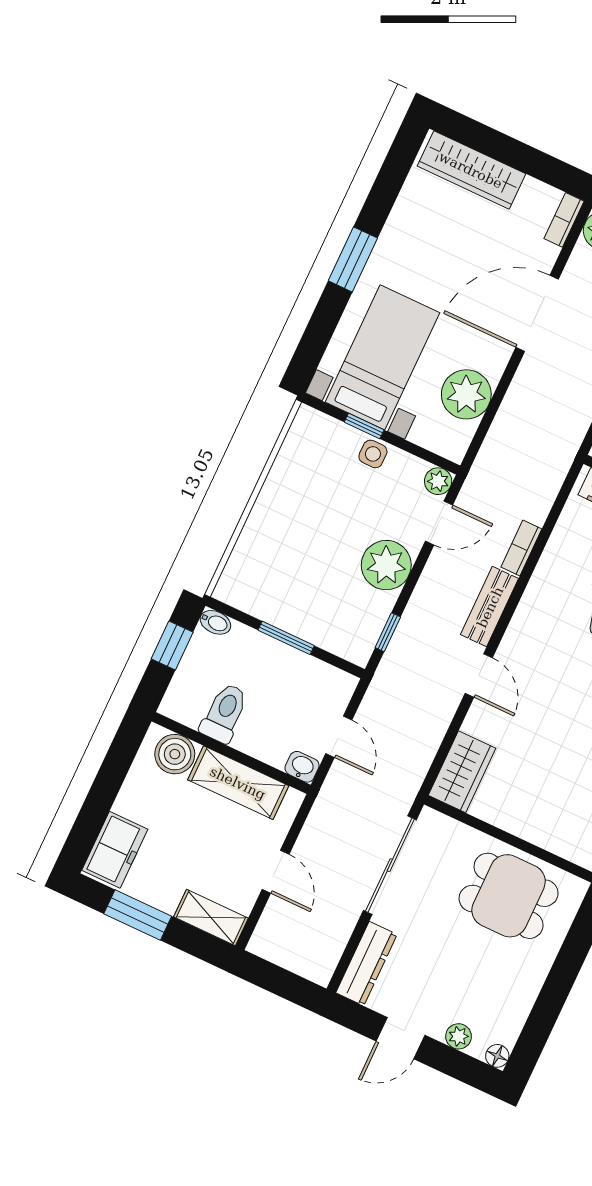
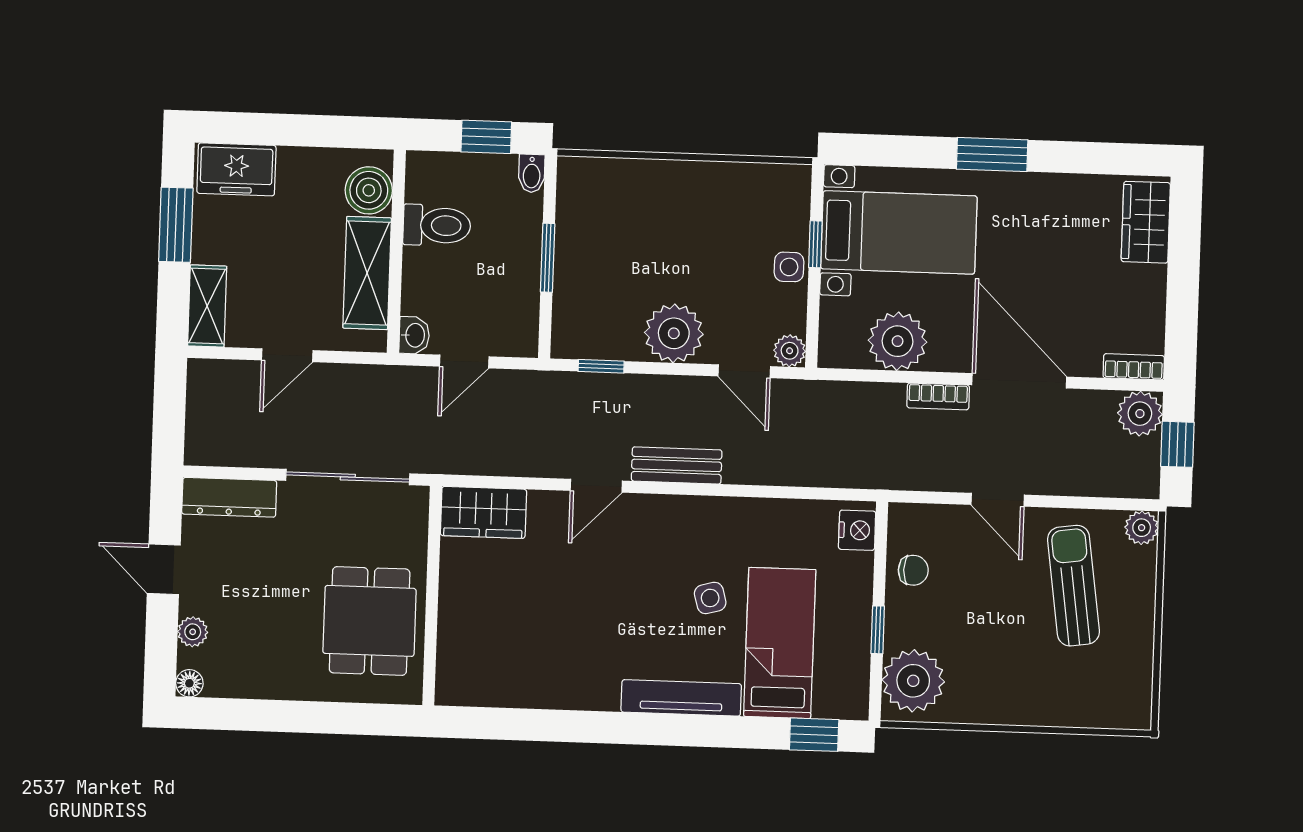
wardrobe: (471, 170) -> (1146, 222), width x0.67
bookcase: (521, 548) -> (938, 396), moved, turned 180

